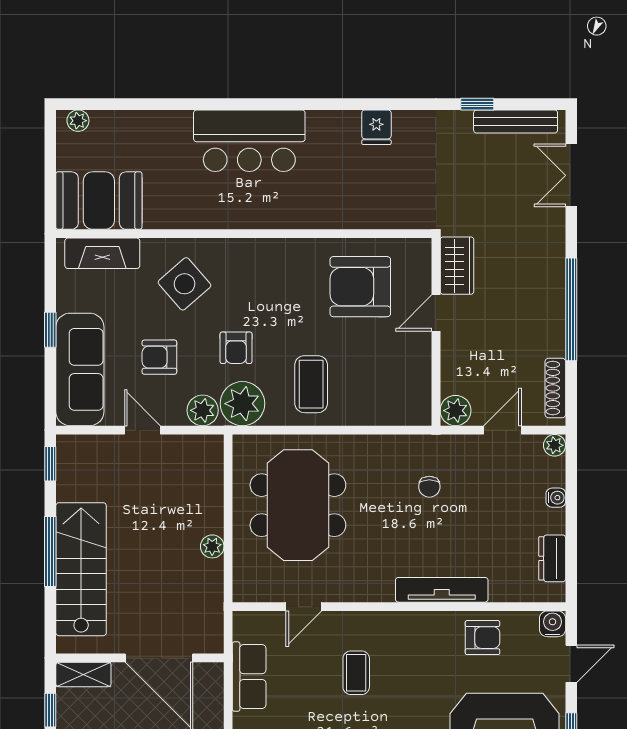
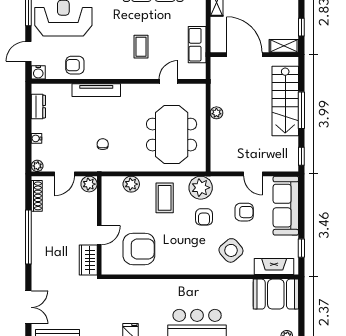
window: (50, 330) -> (301, 248), moved
armchair: (236, 348) -> (204, 217), turned 180
plant: (203, 410) -> (131, 184), moved

